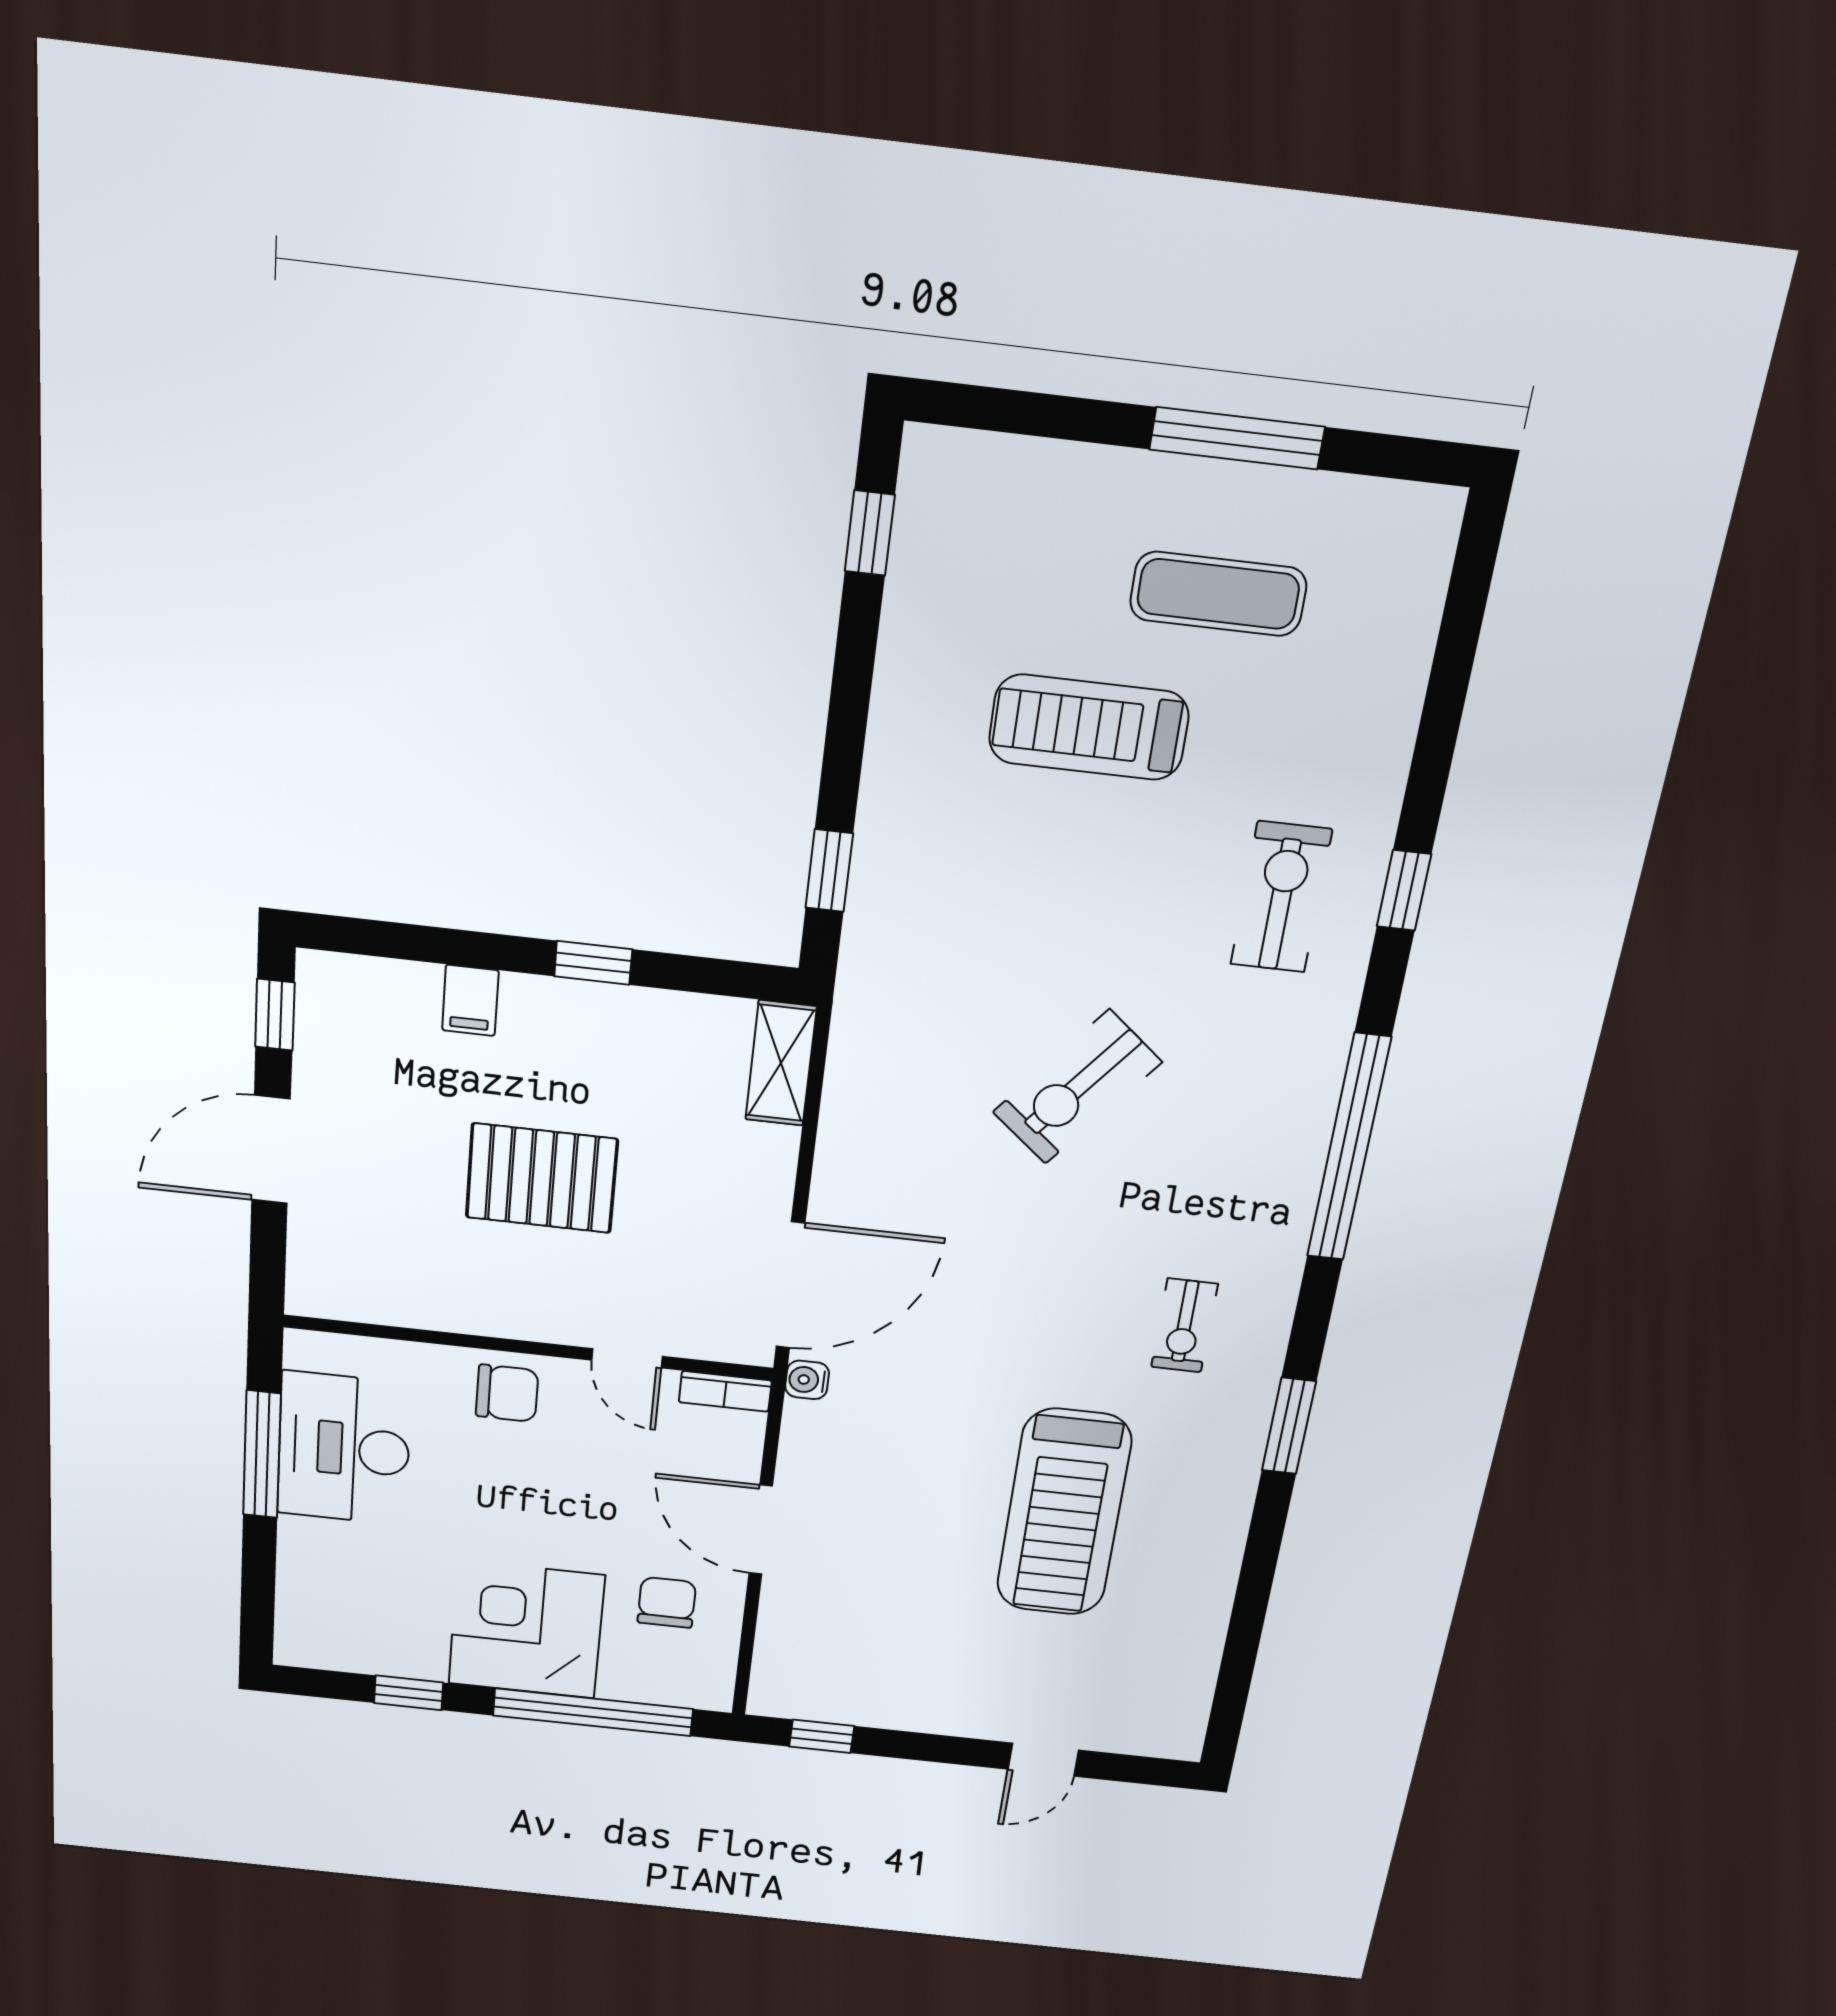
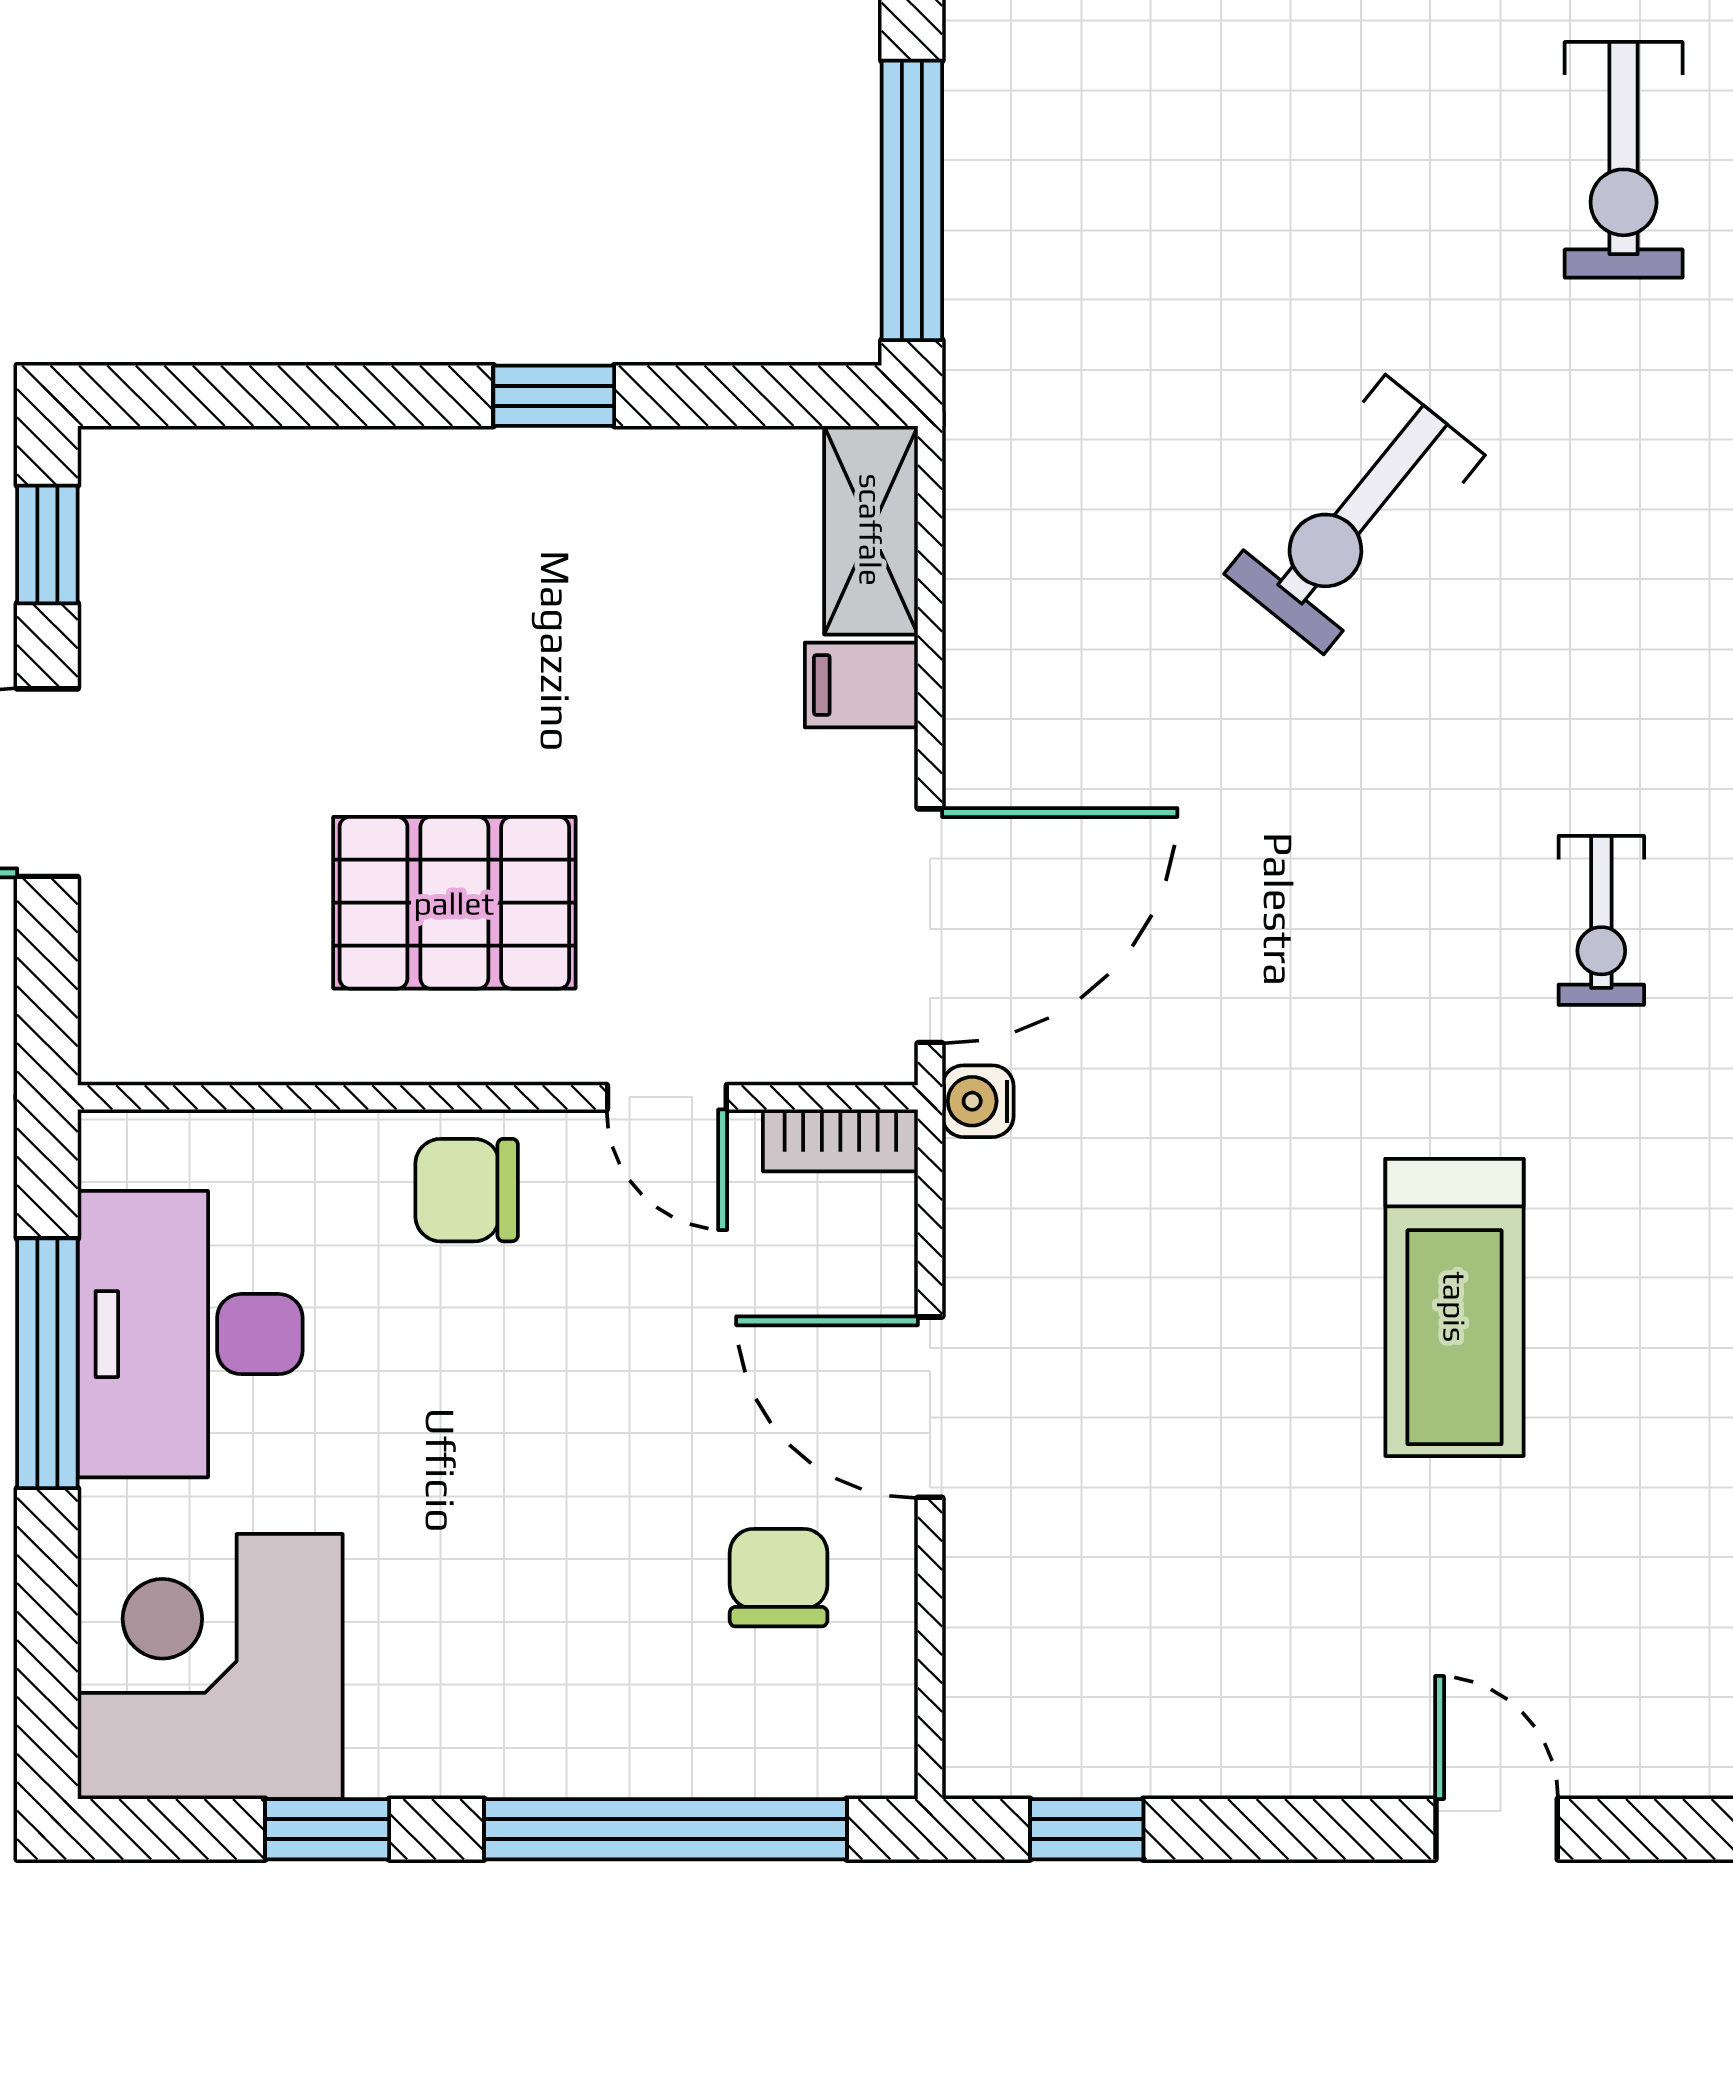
window: (829, 871) -> (912, 200), width x2.17
exercise bike: (1281, 897) -> (1624, 160), turned 180
filing cabinet: (470, 1000) -> (861, 685), moved, turned 90
pallet: (542, 1178) -> (454, 903), moved
chair: (507, 1393) -> (467, 1190), turned 180
treadmill: (1064, 1513) -> (1455, 1307), width x0.73, depth x0.73
corner desk: (526, 1630) -> (210, 1666), moved
door: (1043, 1760) -> (1497, 1829), swing flipped

